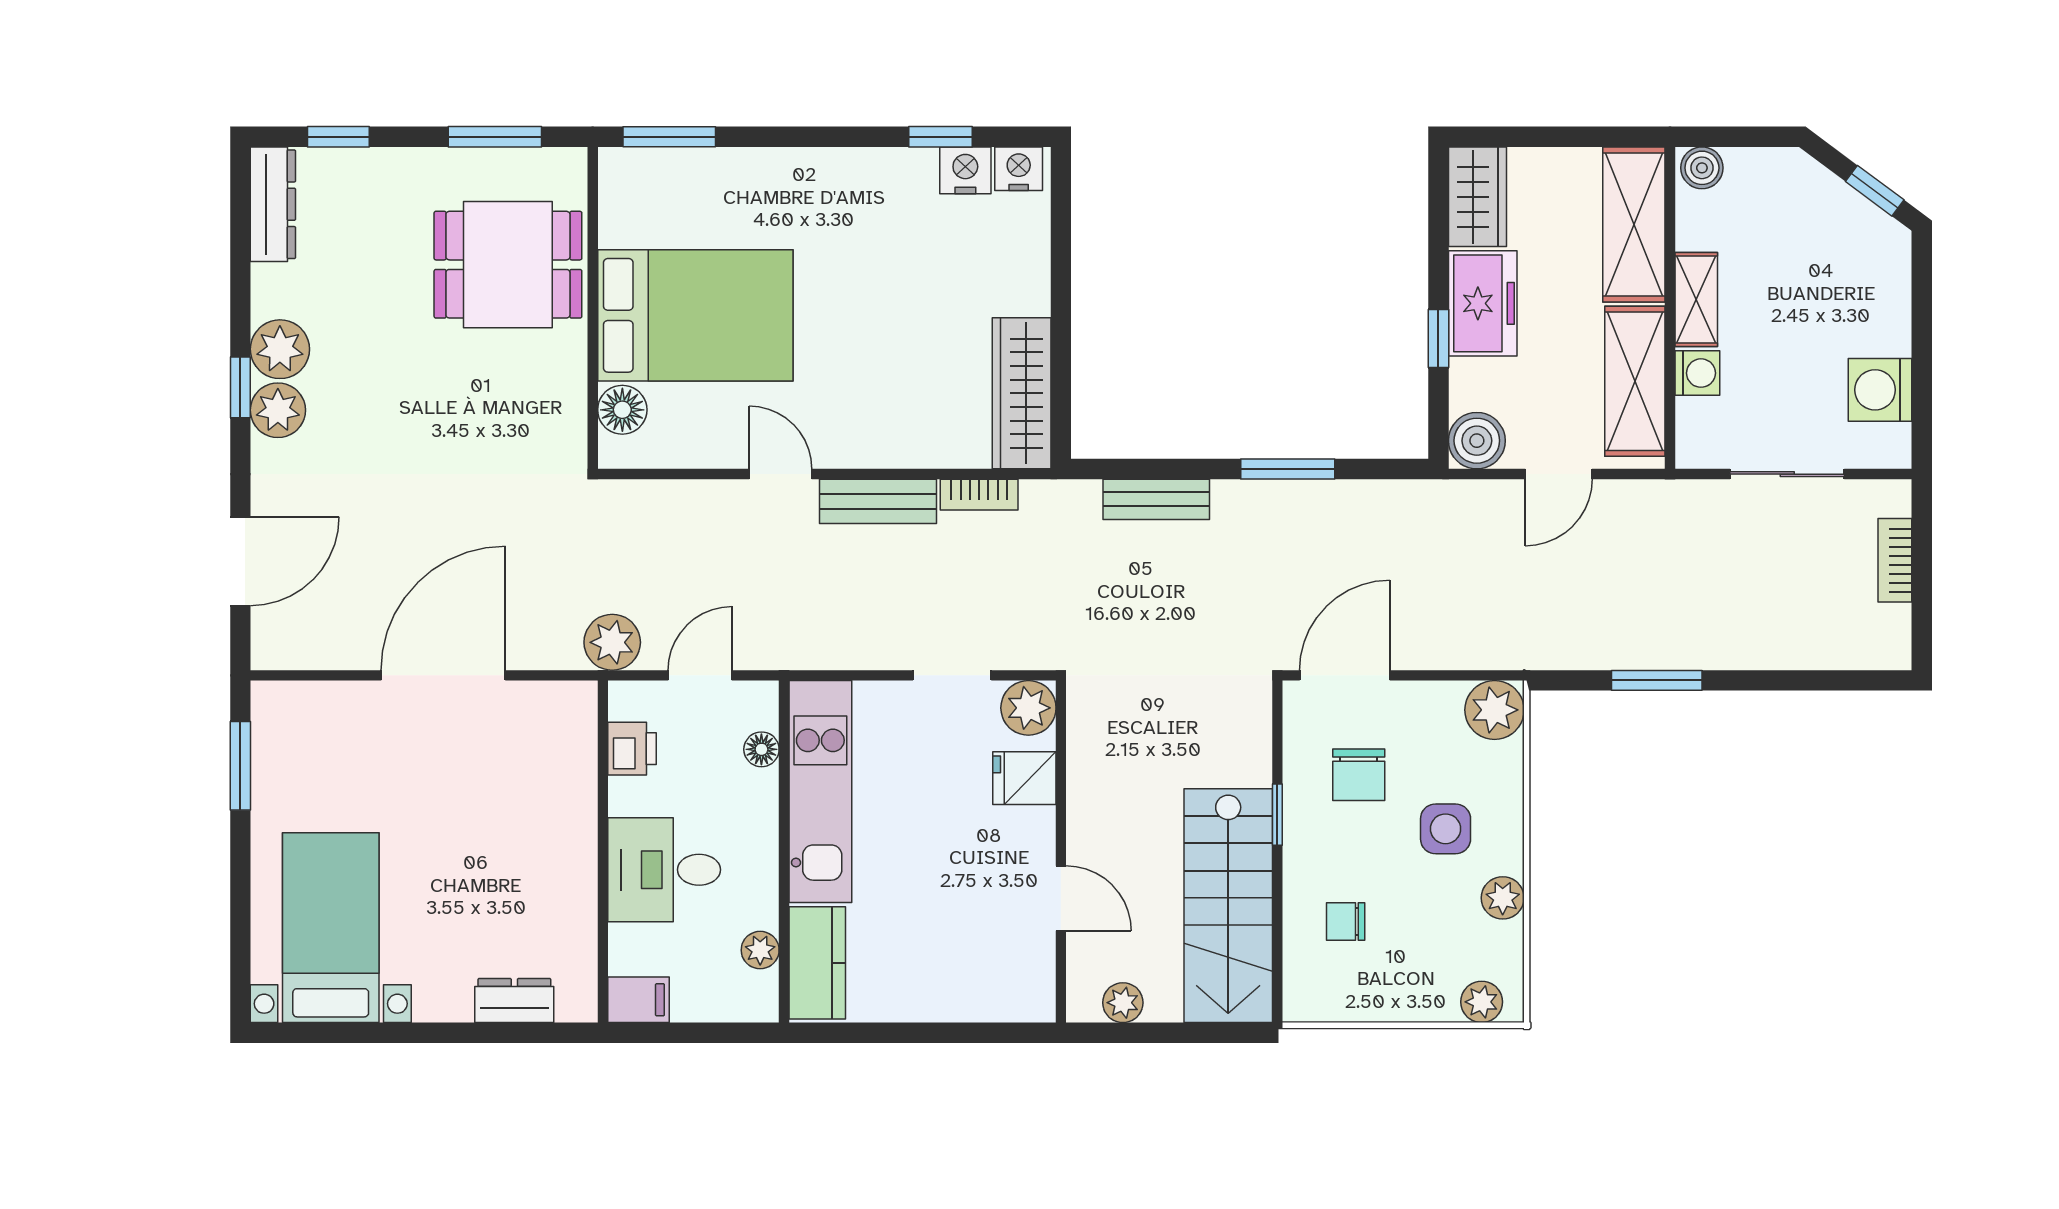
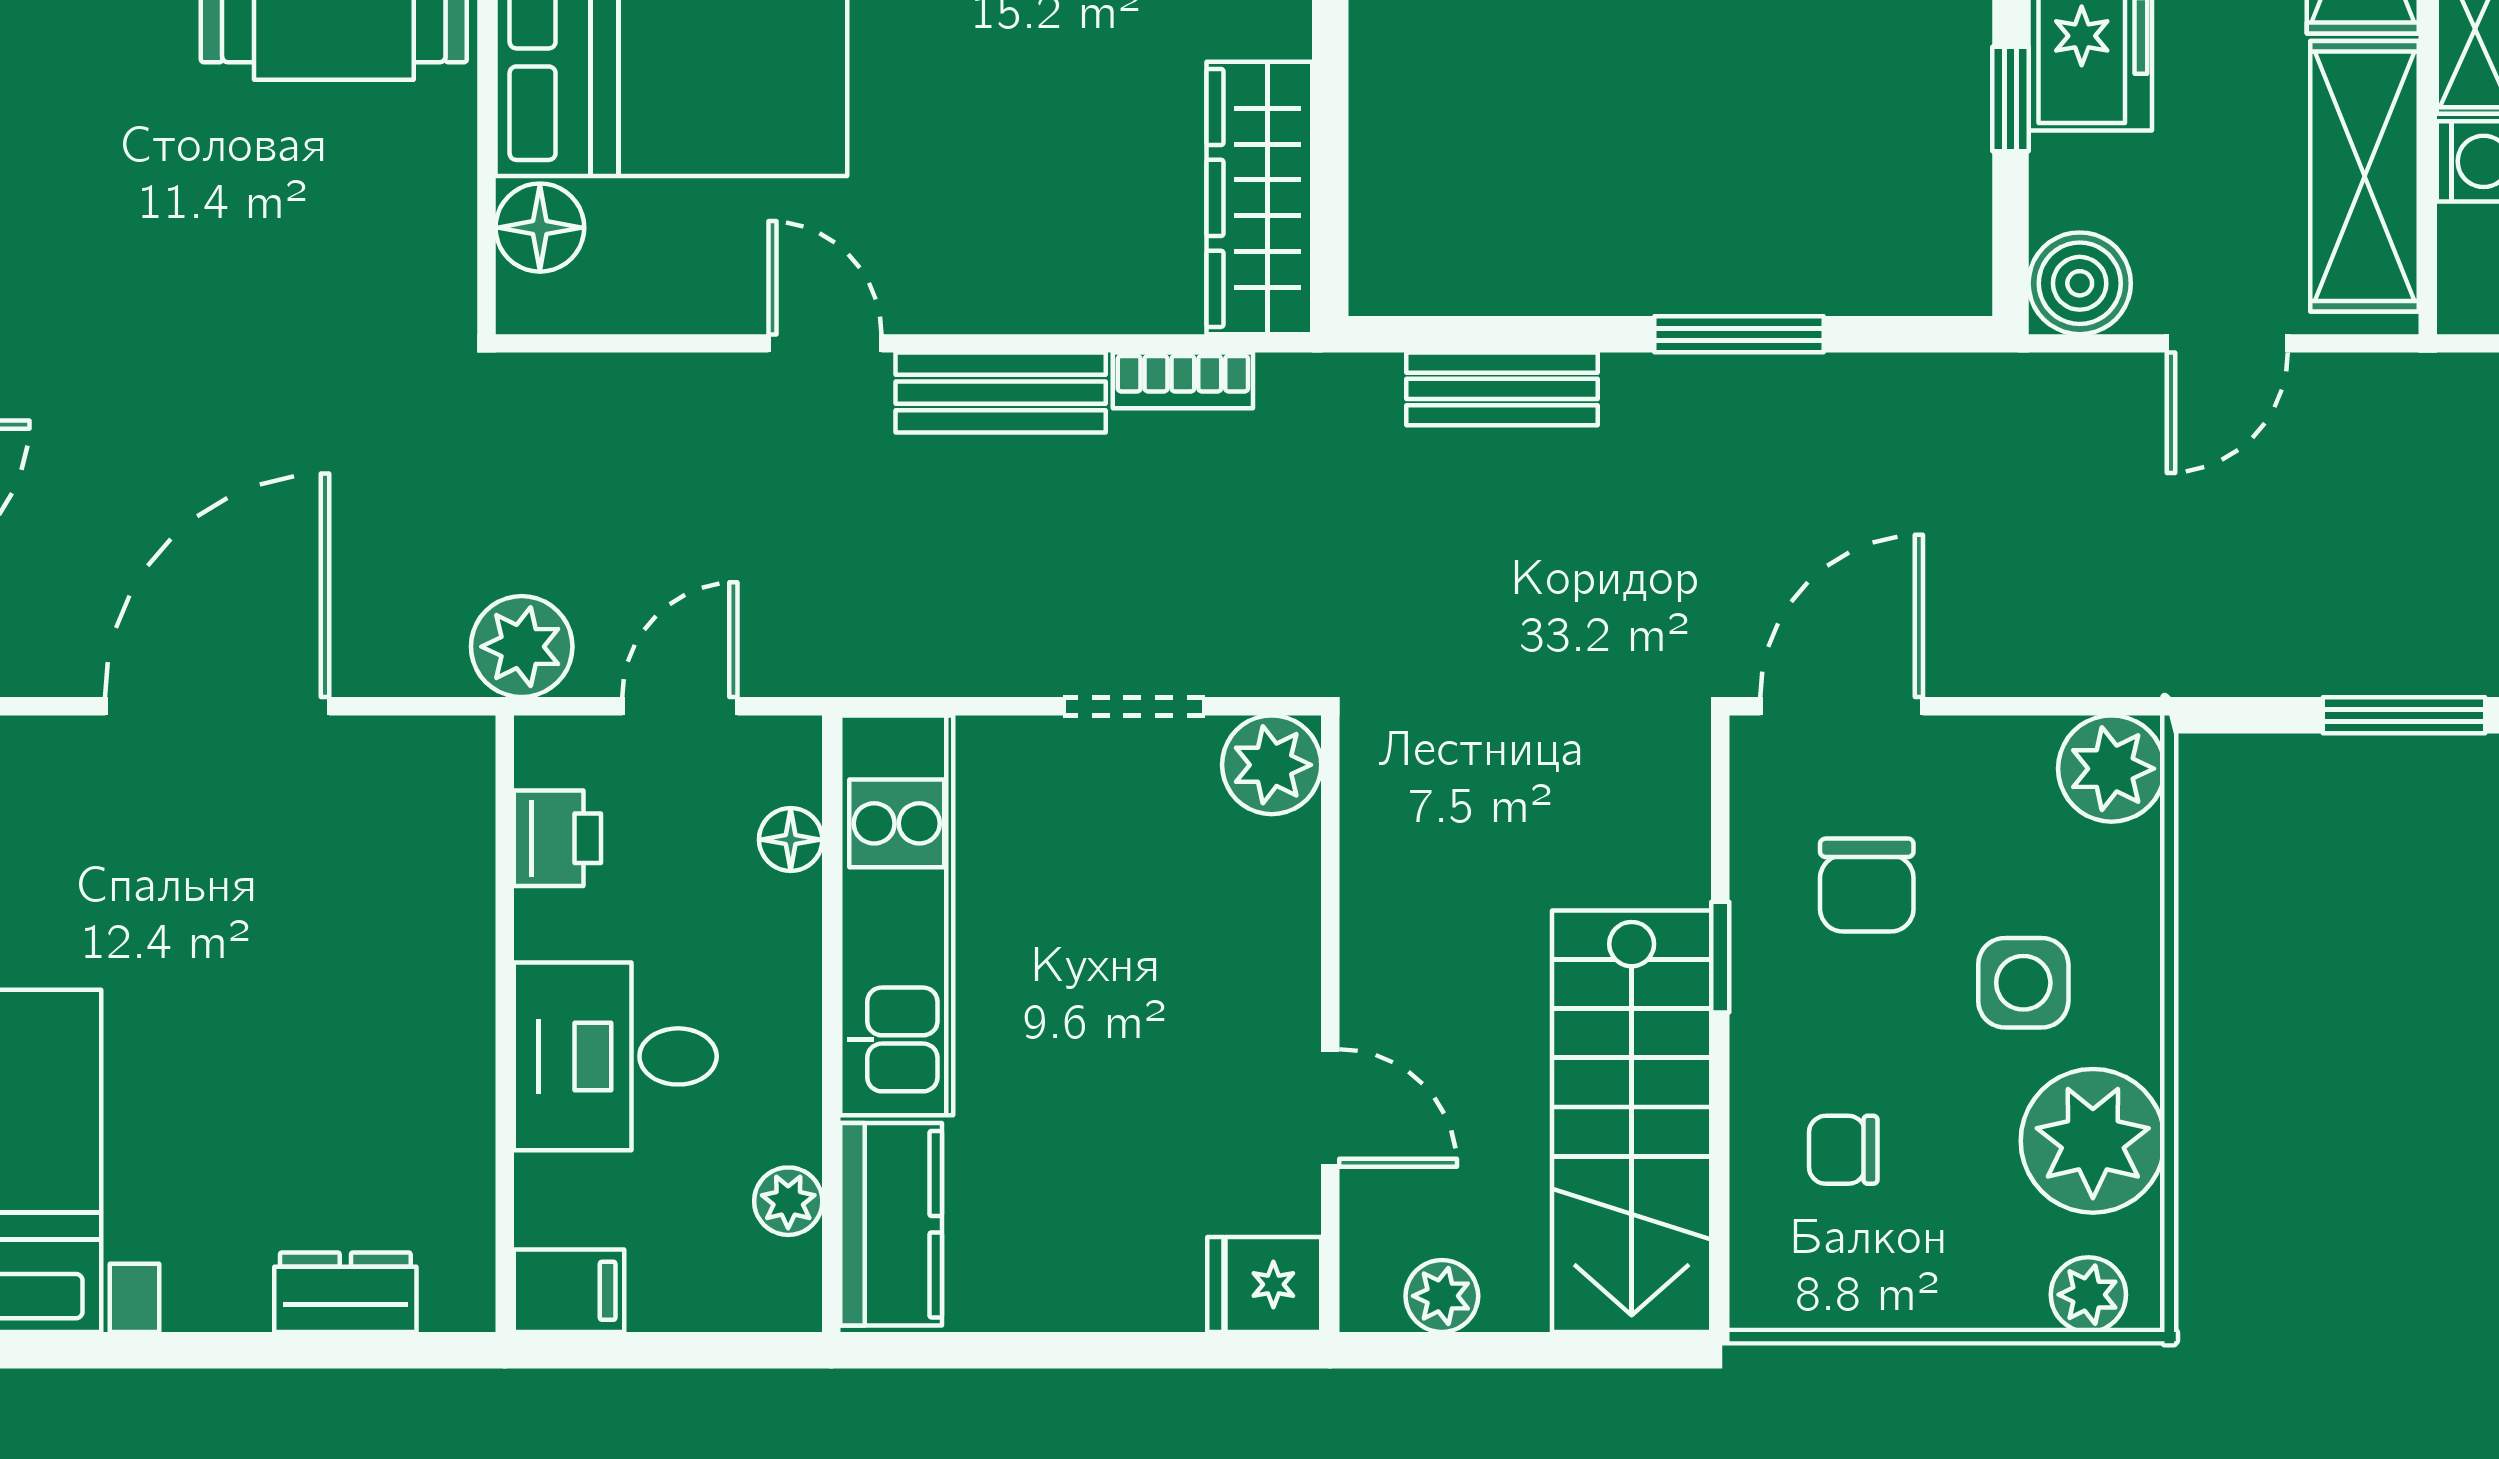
fridge: (1024, 778) -> (1264, 1284), moved
plant: (1503, 898) -> (2093, 1141), width x1.88, depth x1.88

